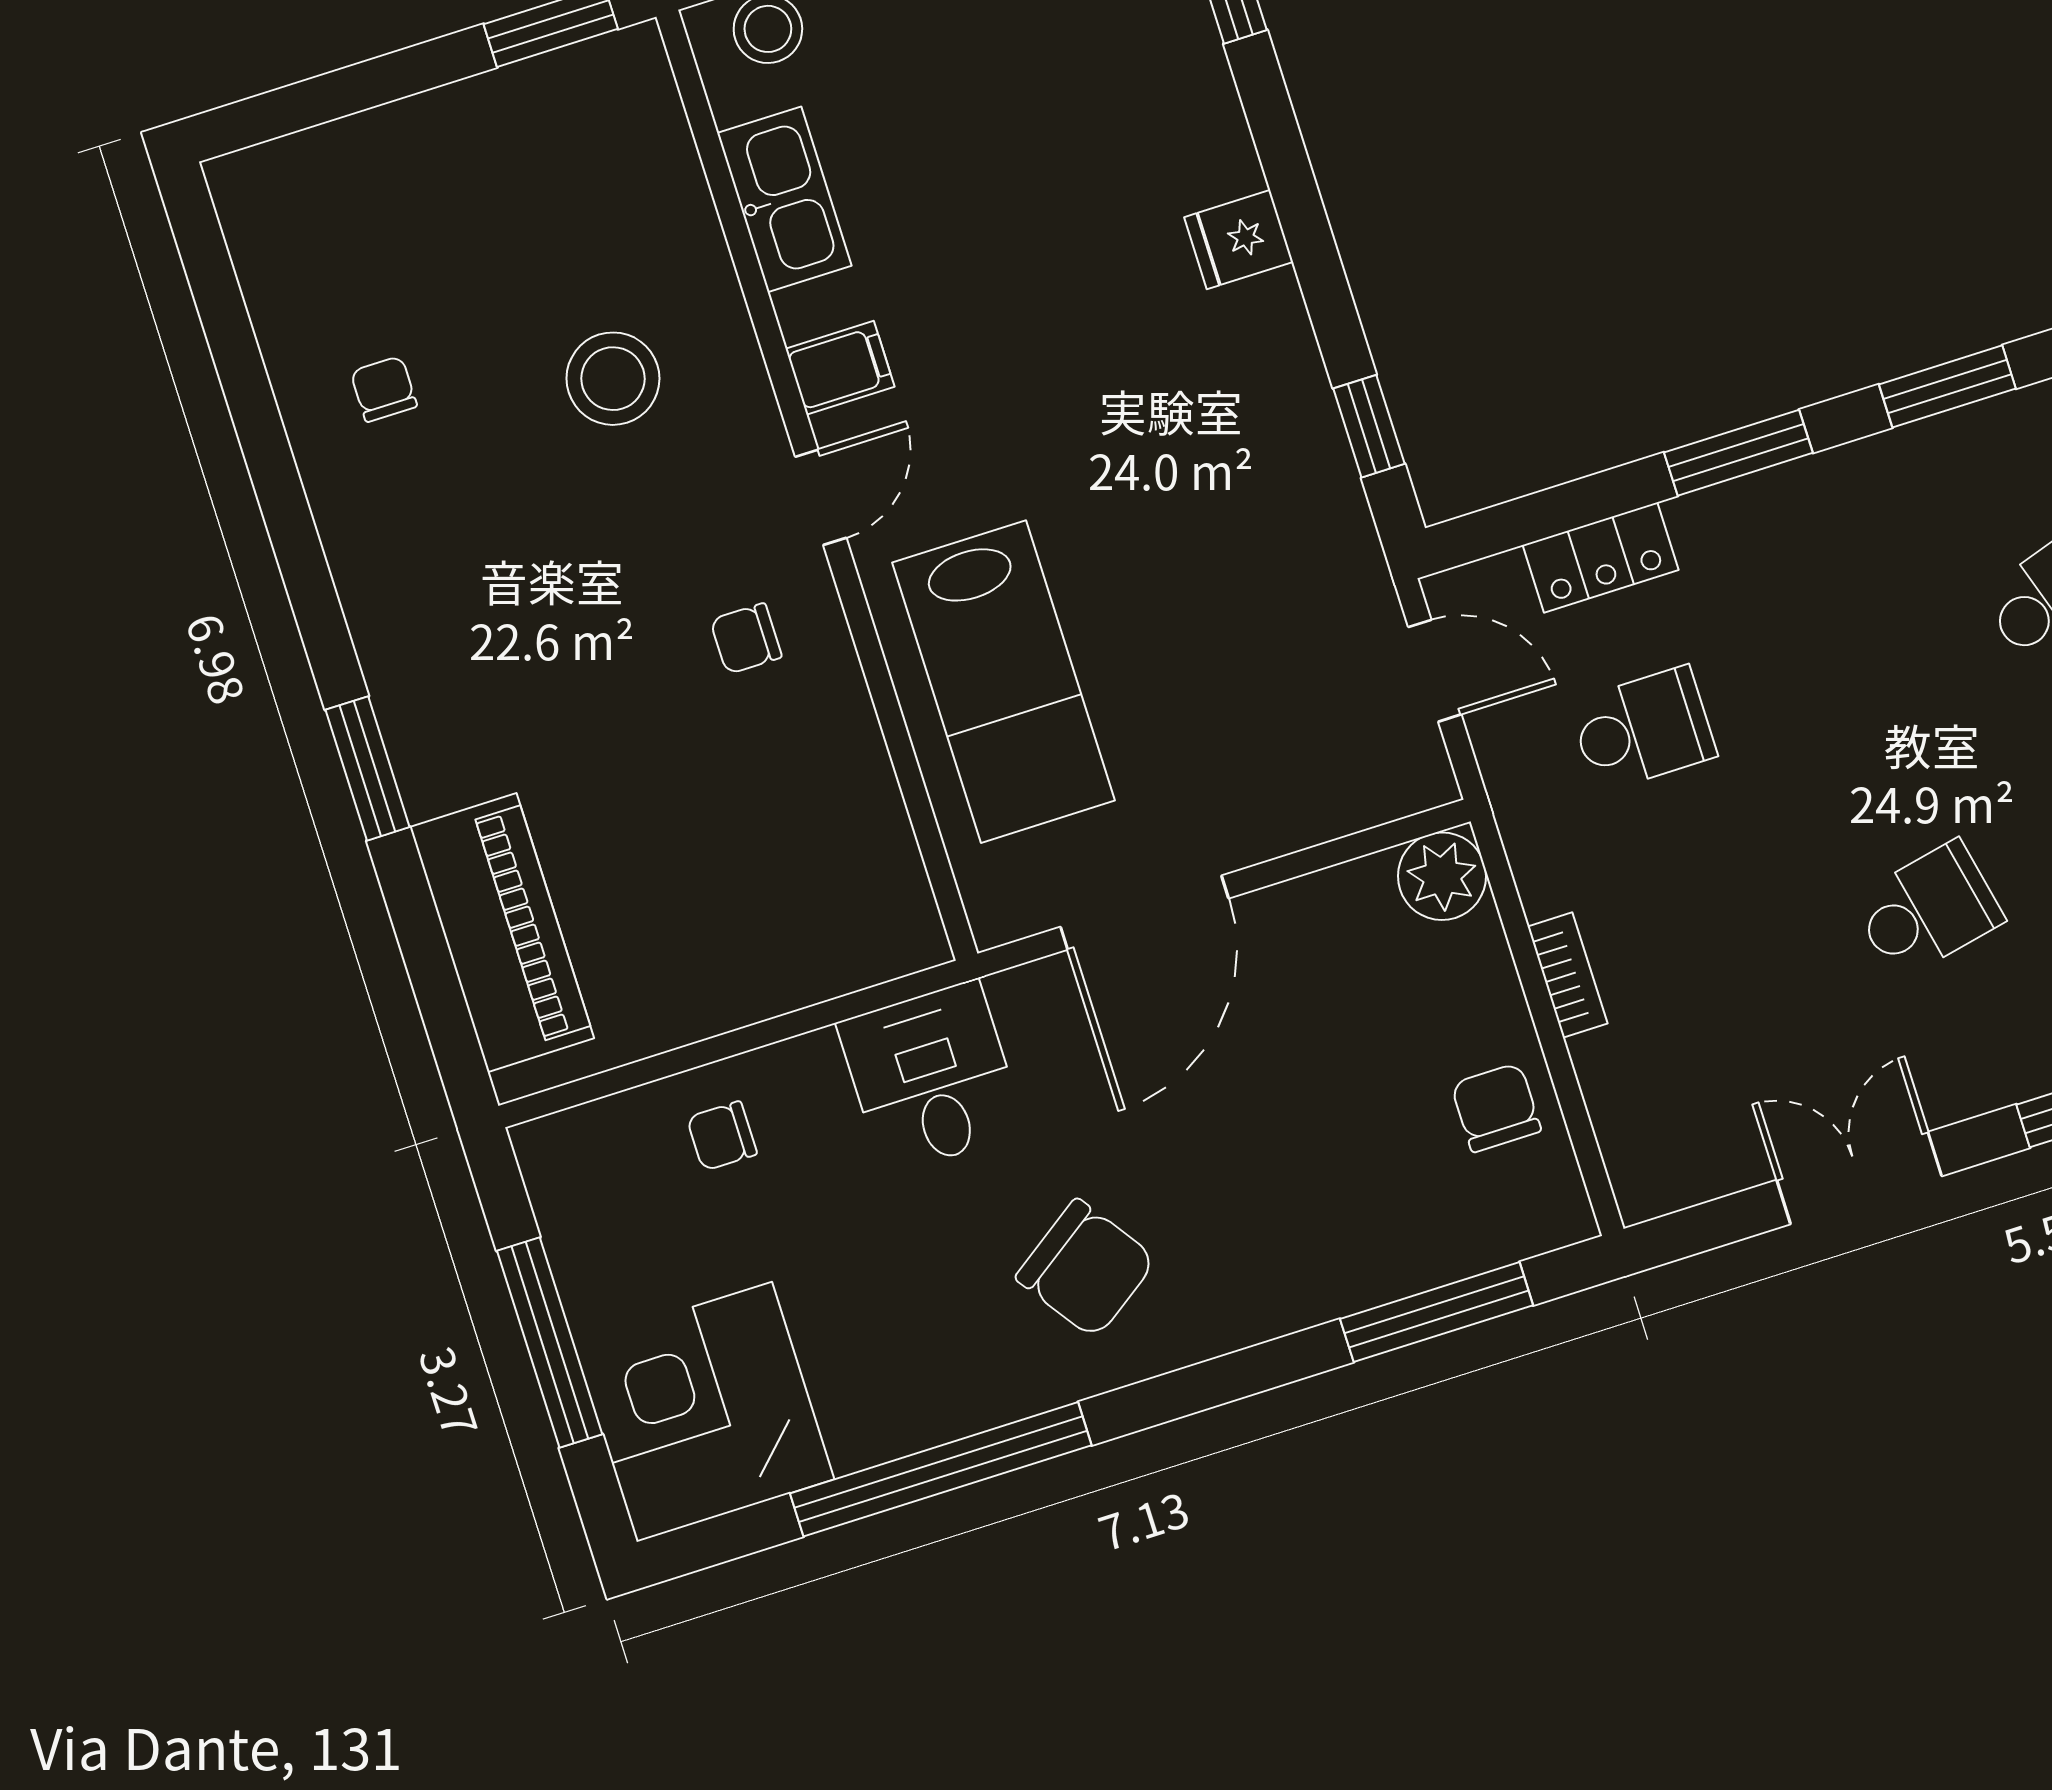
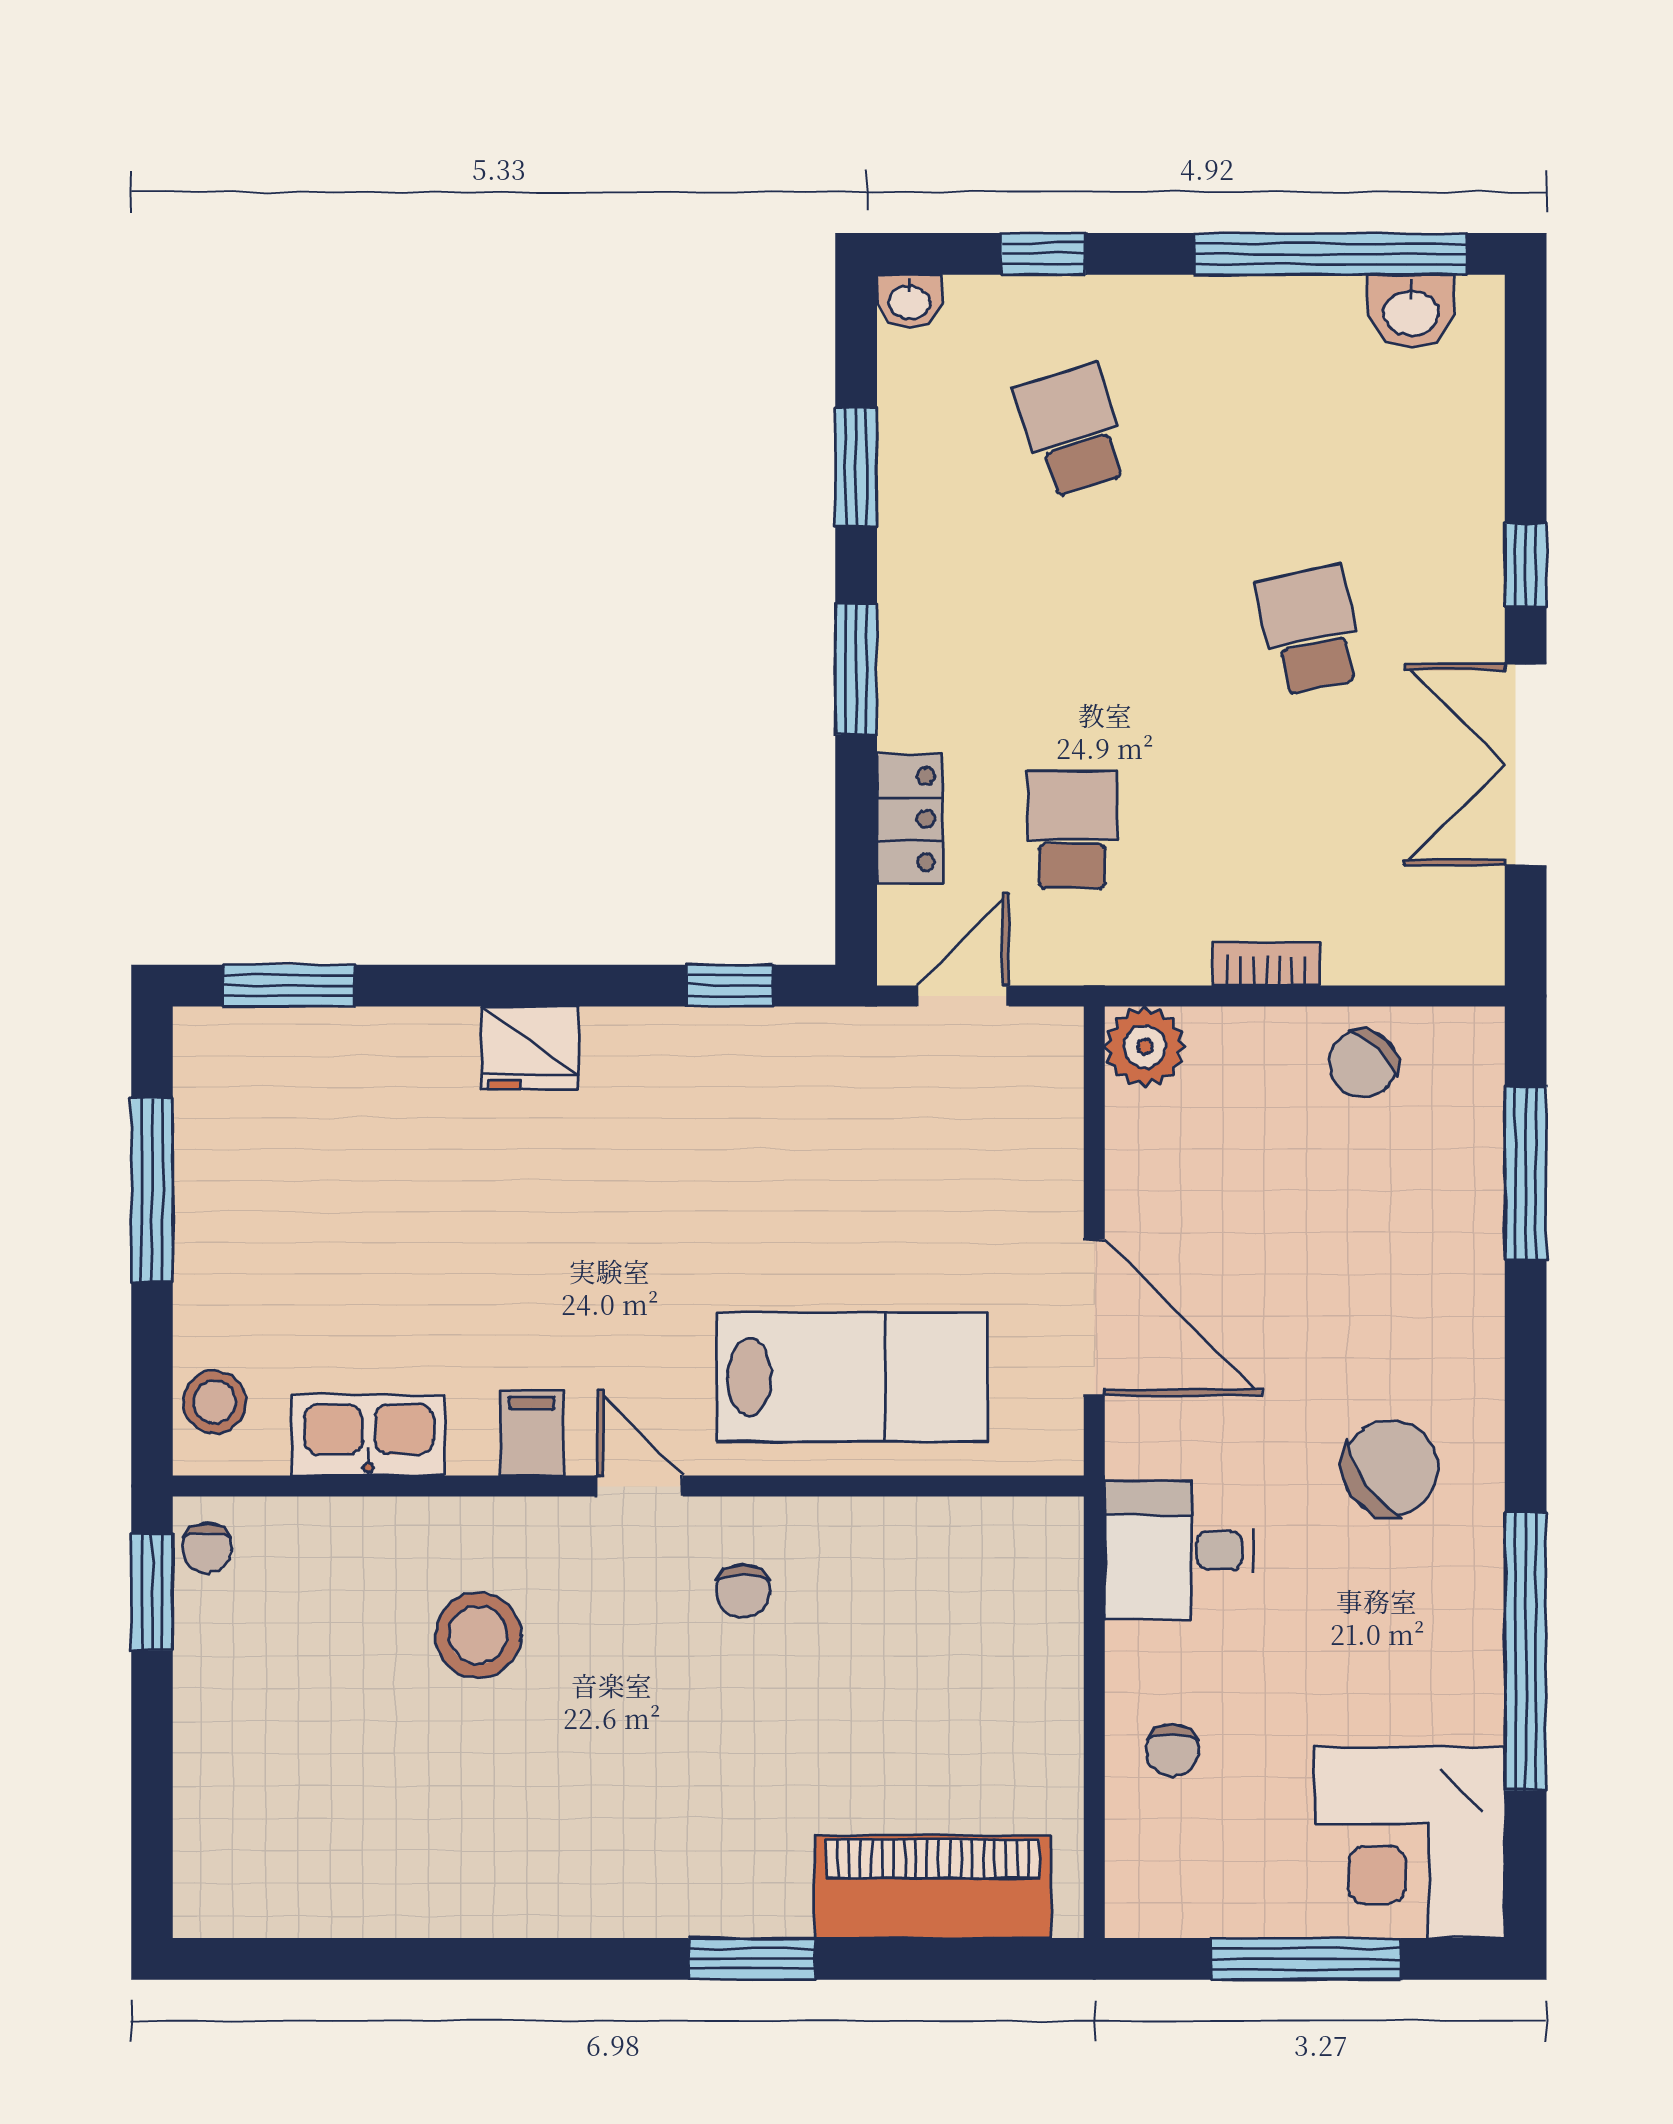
fridge: (1239, 240) -> (530, 1048), width x1.38
chair: (384, 389) -> (207, 1548), moved, turned -90
chair: (1496, 1108) -> (1363, 1064), turned -46
double door: (1859, 1178) -> (1526, 765), width x1.37

